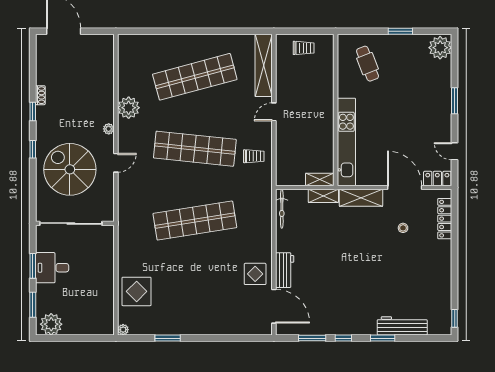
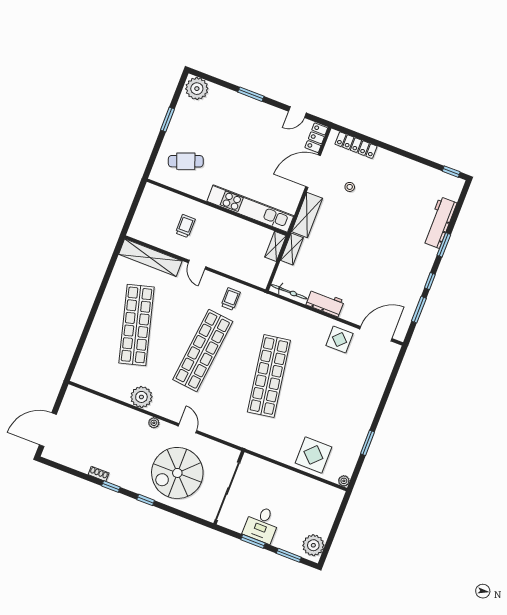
trolley: (304, 48) -> (185, 226), moved
workbench: (285, 270) -> (325, 303), moved

